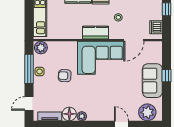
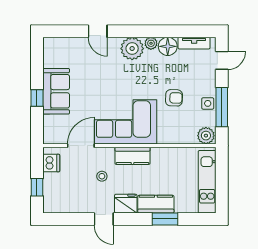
plant: (147, 112) -> (132, 49), moved

